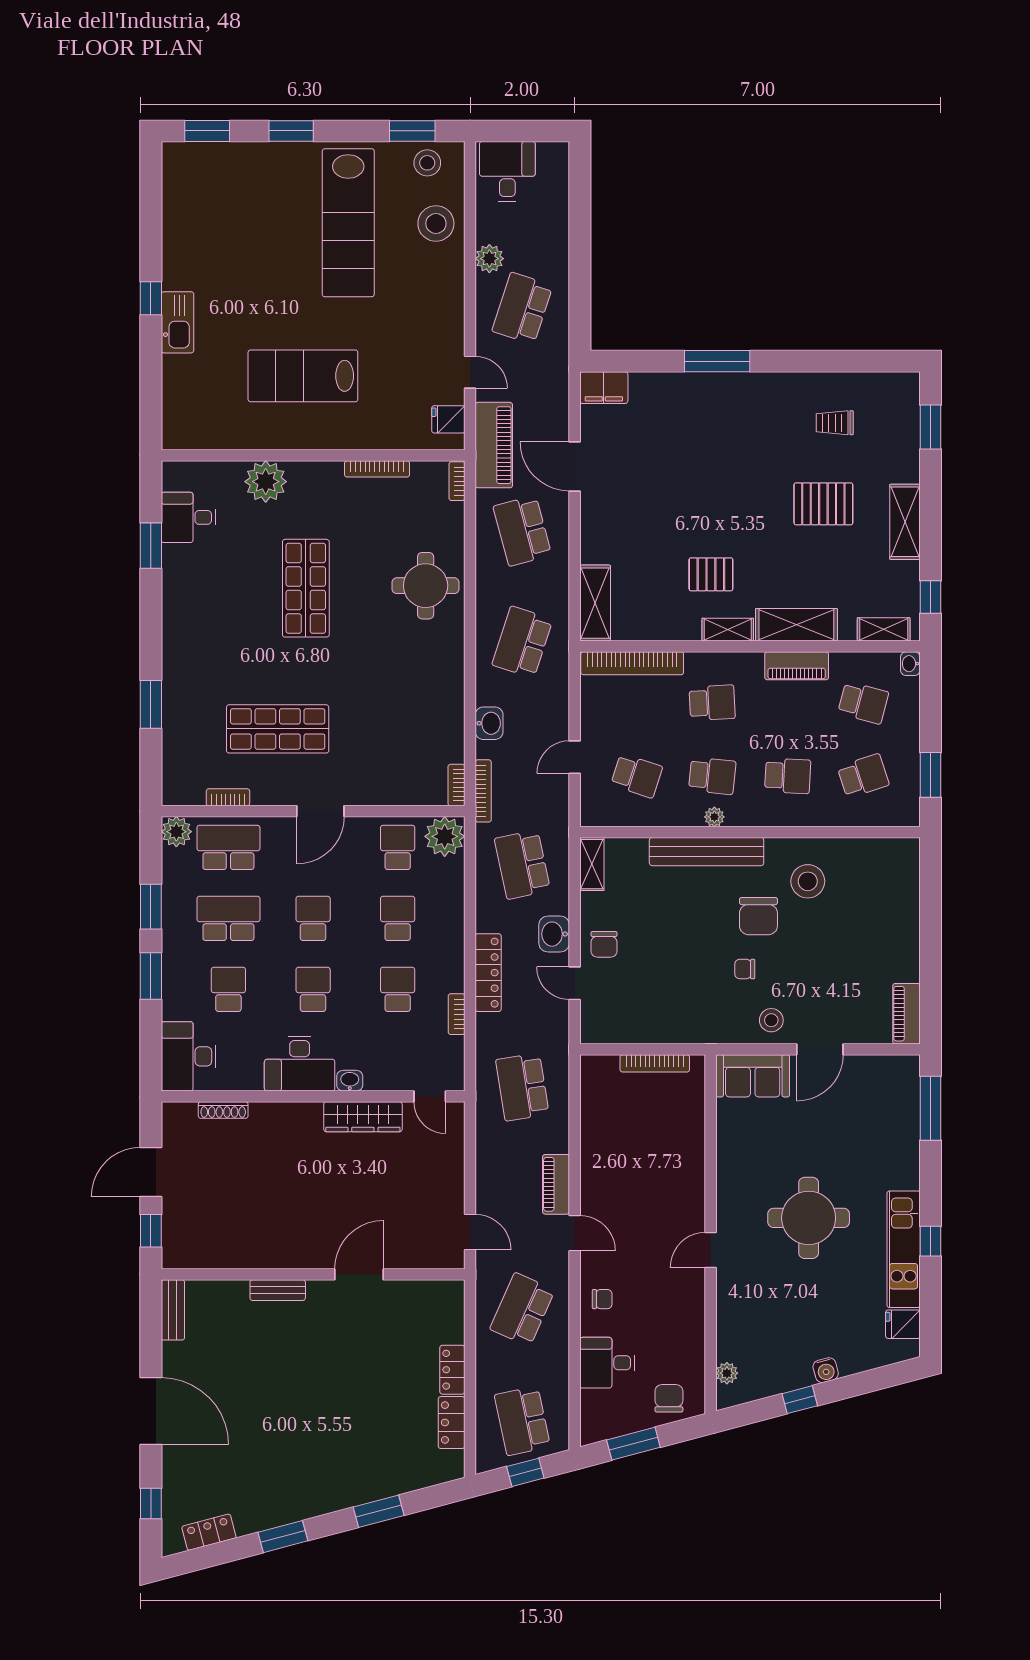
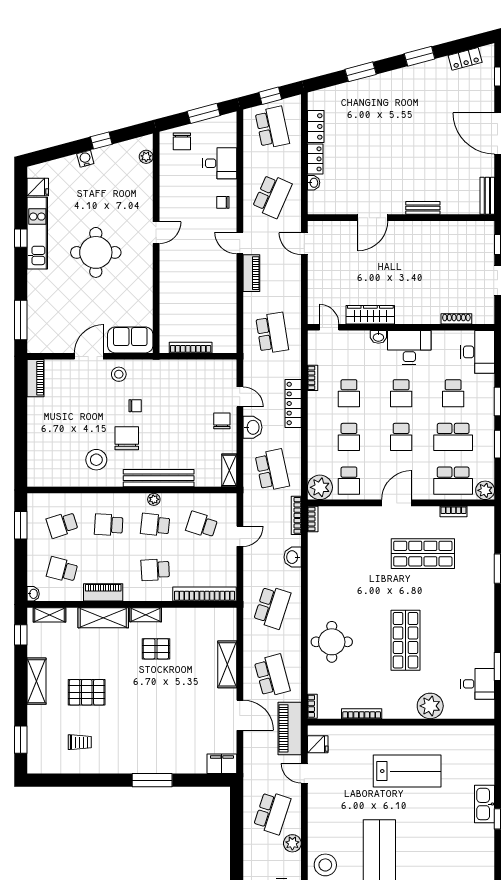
shelving: (595, 603) -> (227, 664), moved
washbasin: (455, 1331) -> (314, 183), added

